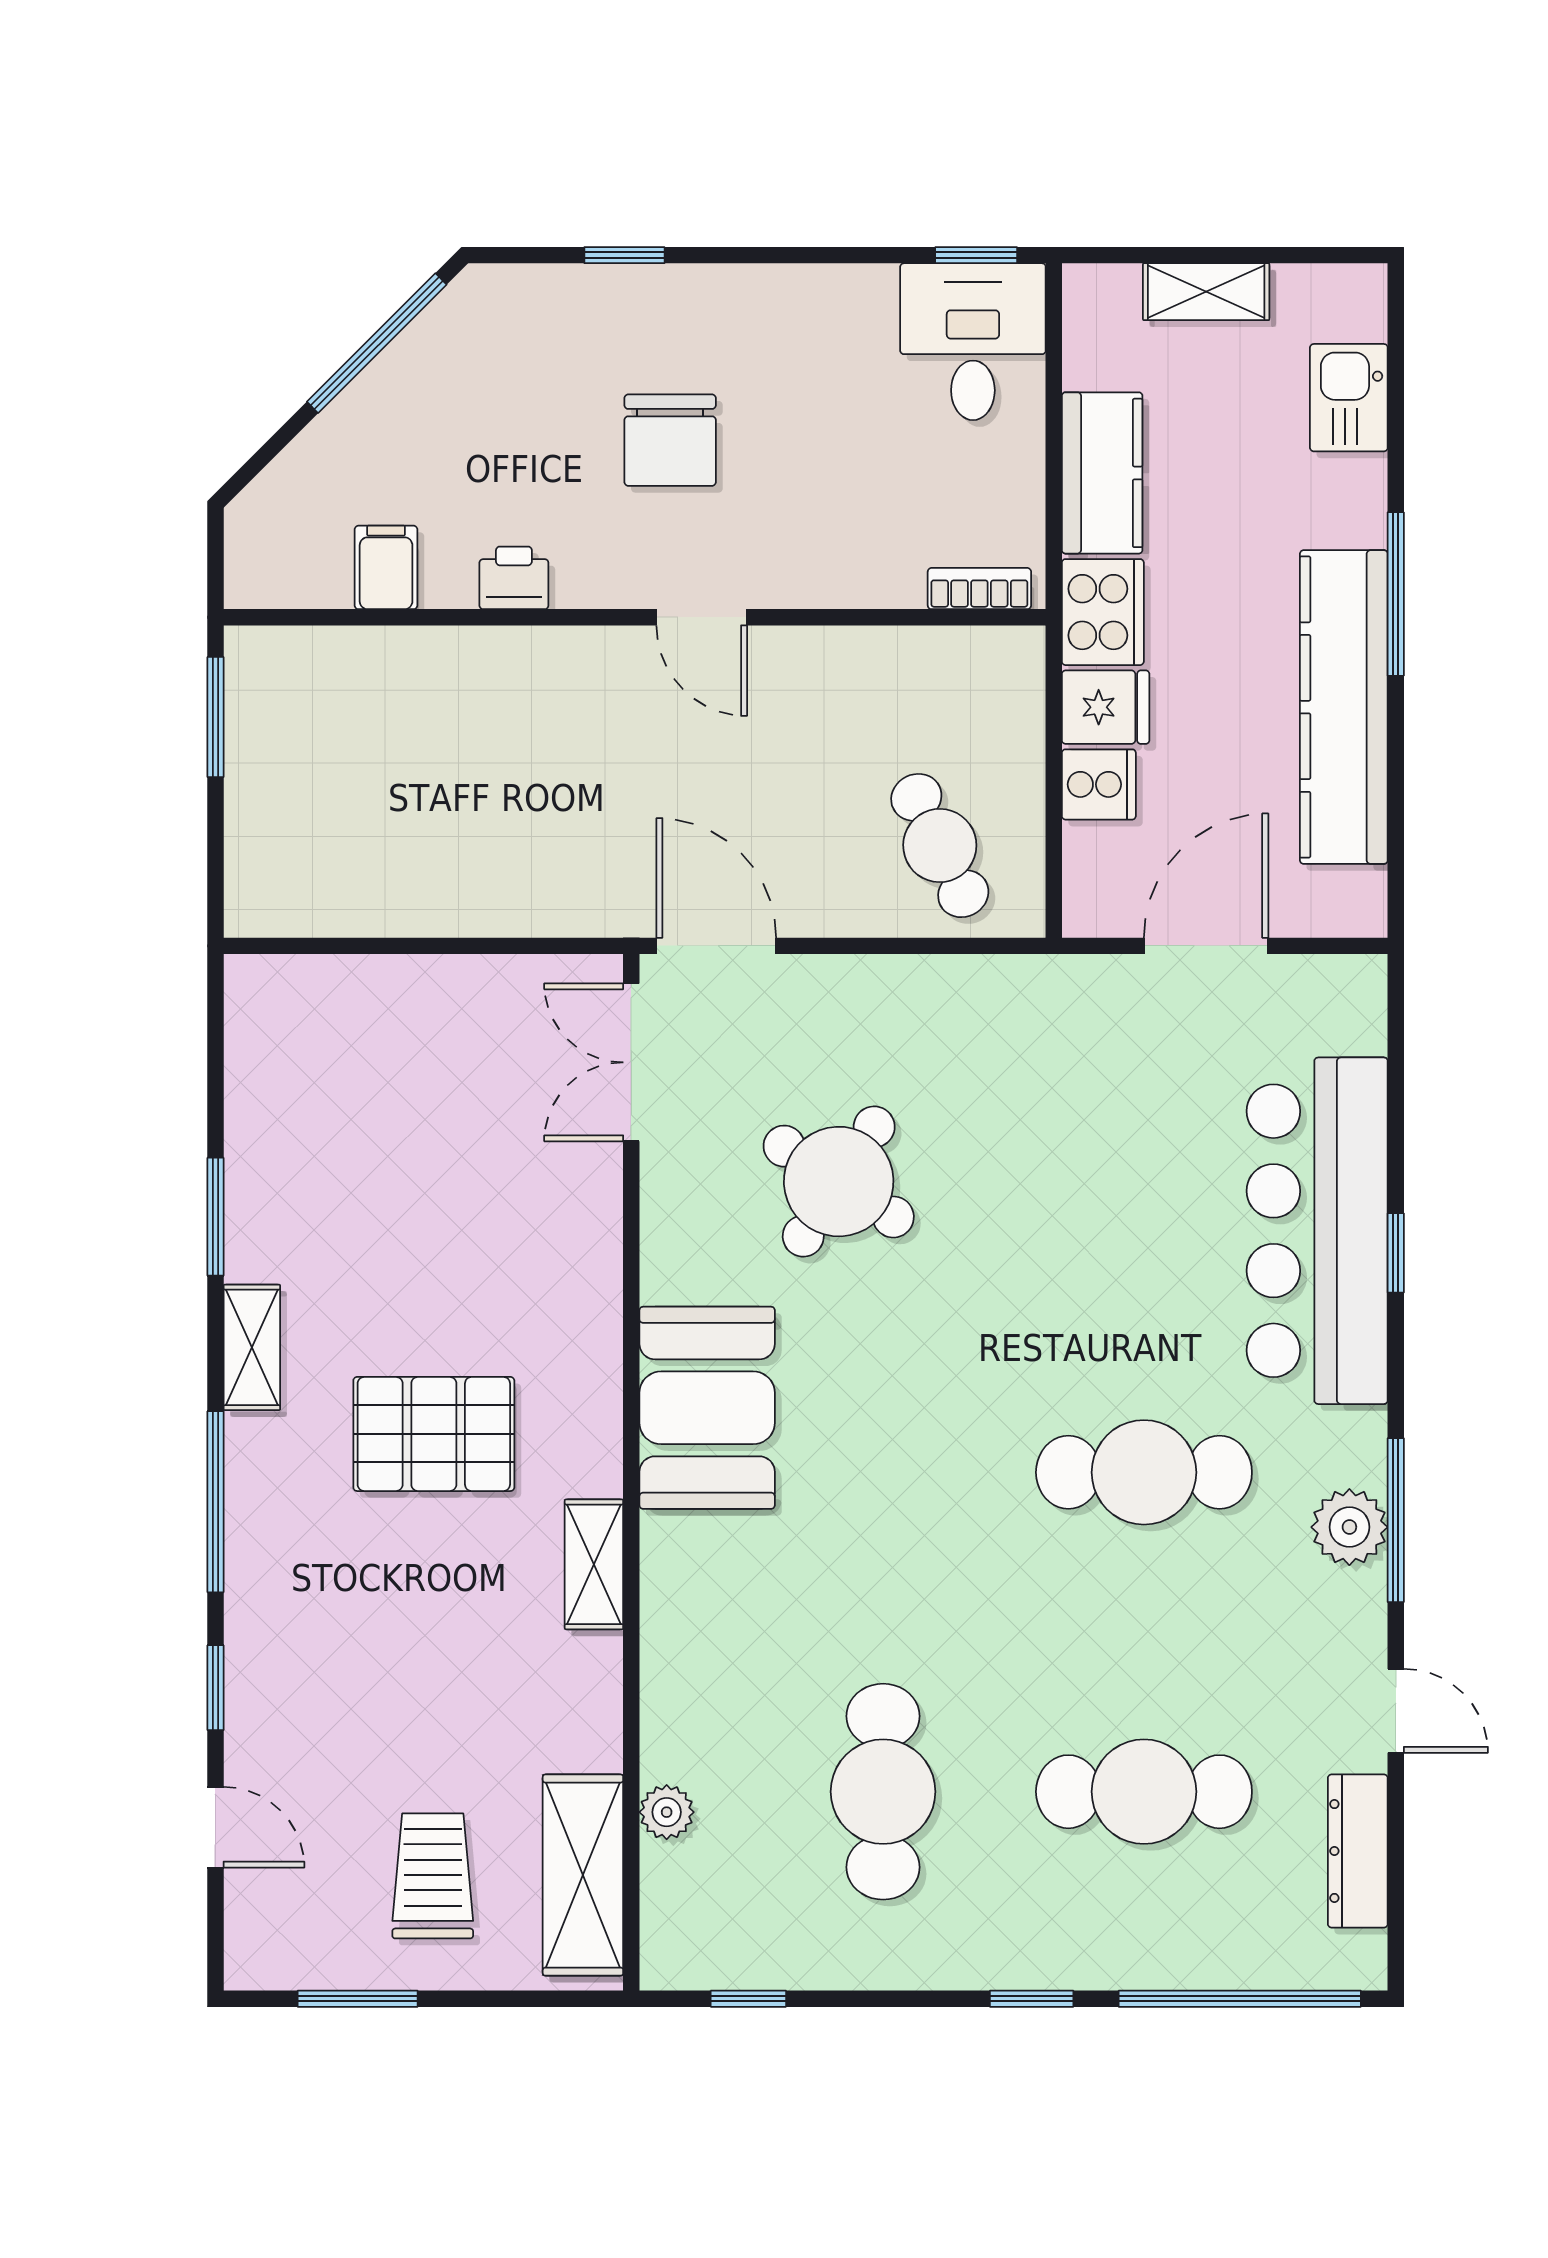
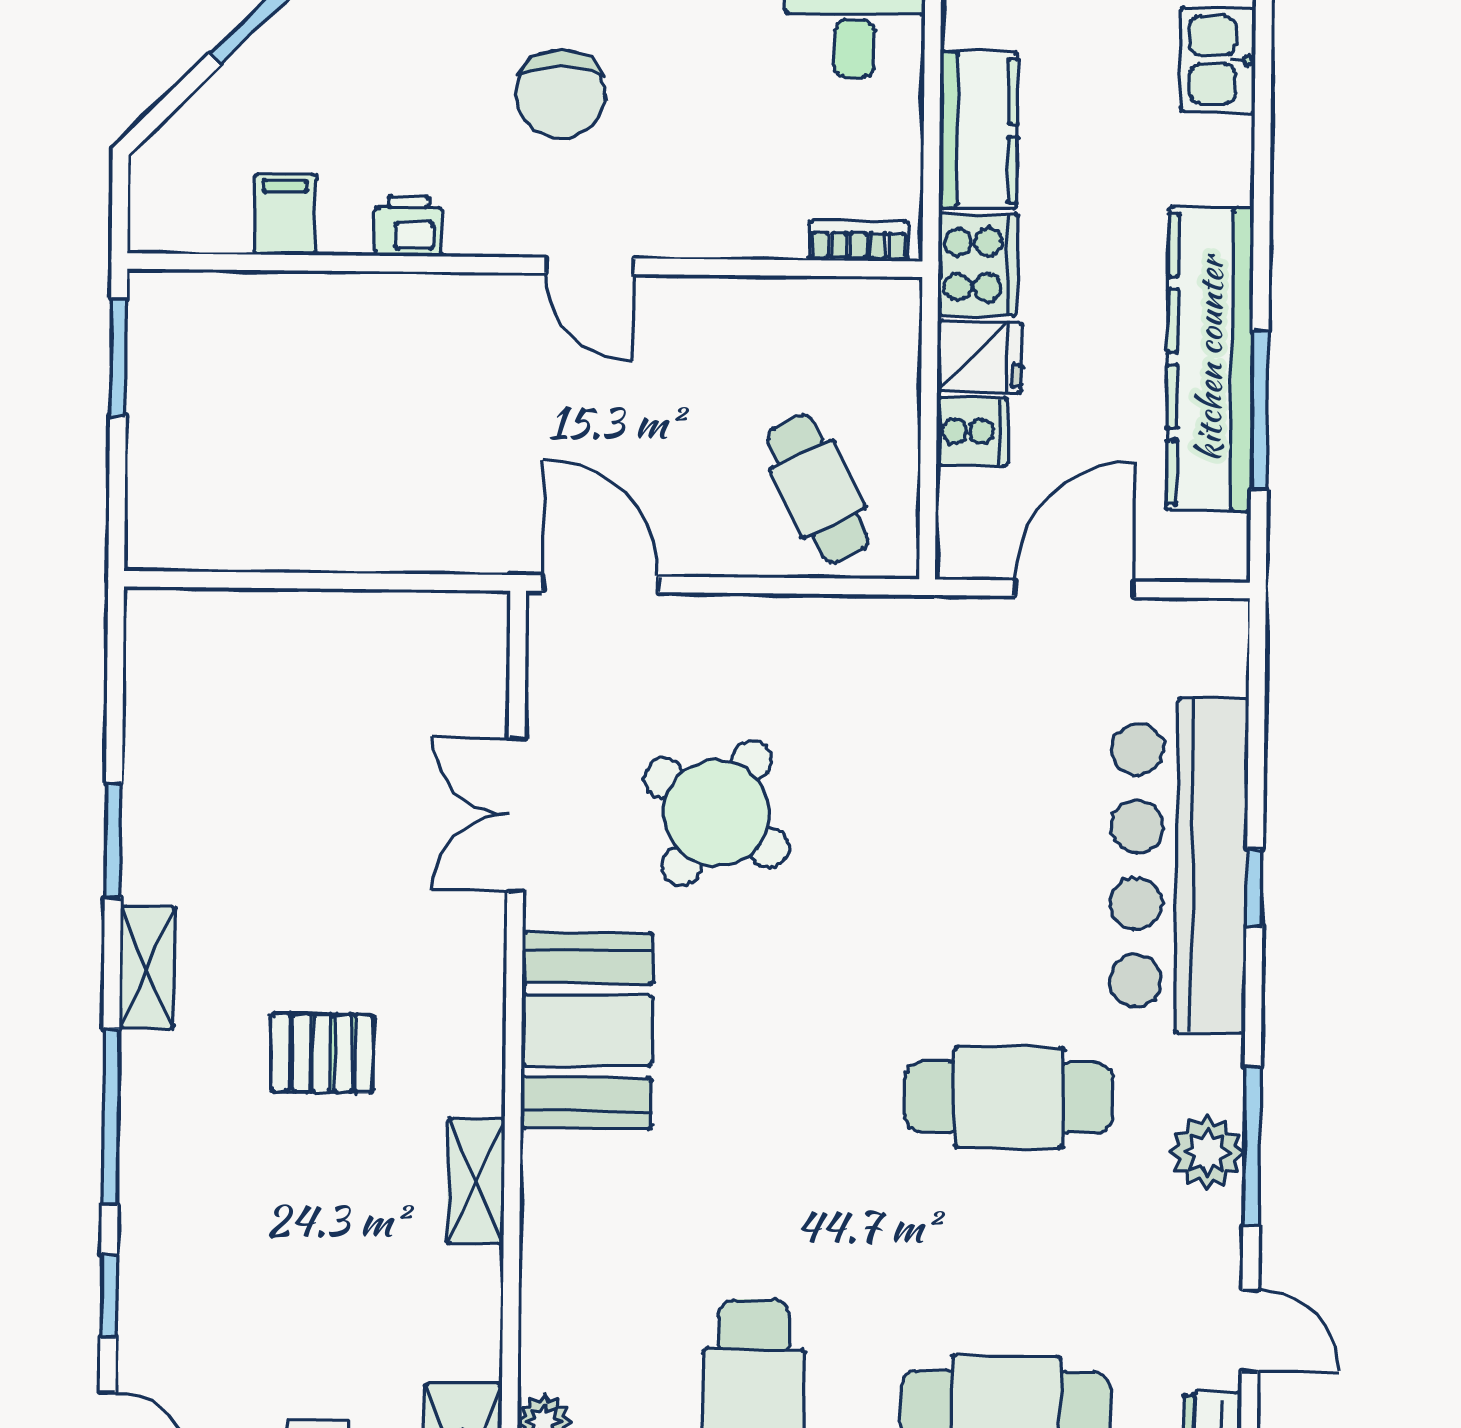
window: (1396, 594) -> (1260, 410), moved
double door: (631, 1062) -> (516, 815), moved
pallet: (434, 1434) -> (322, 1053), width x0.67, depth x0.71

